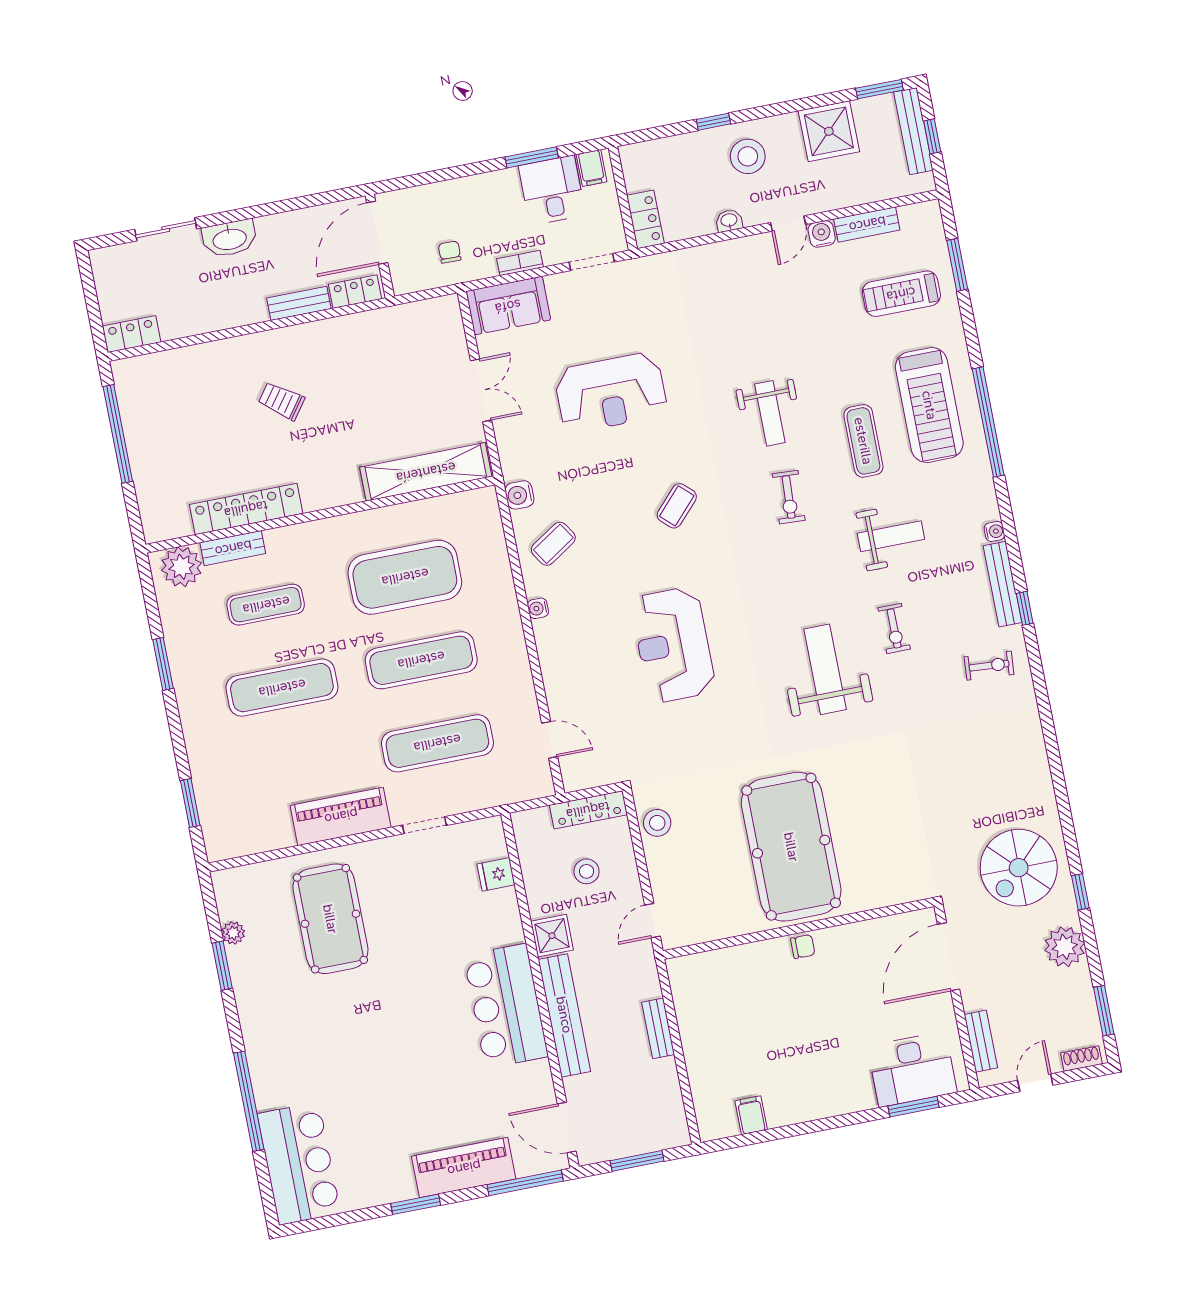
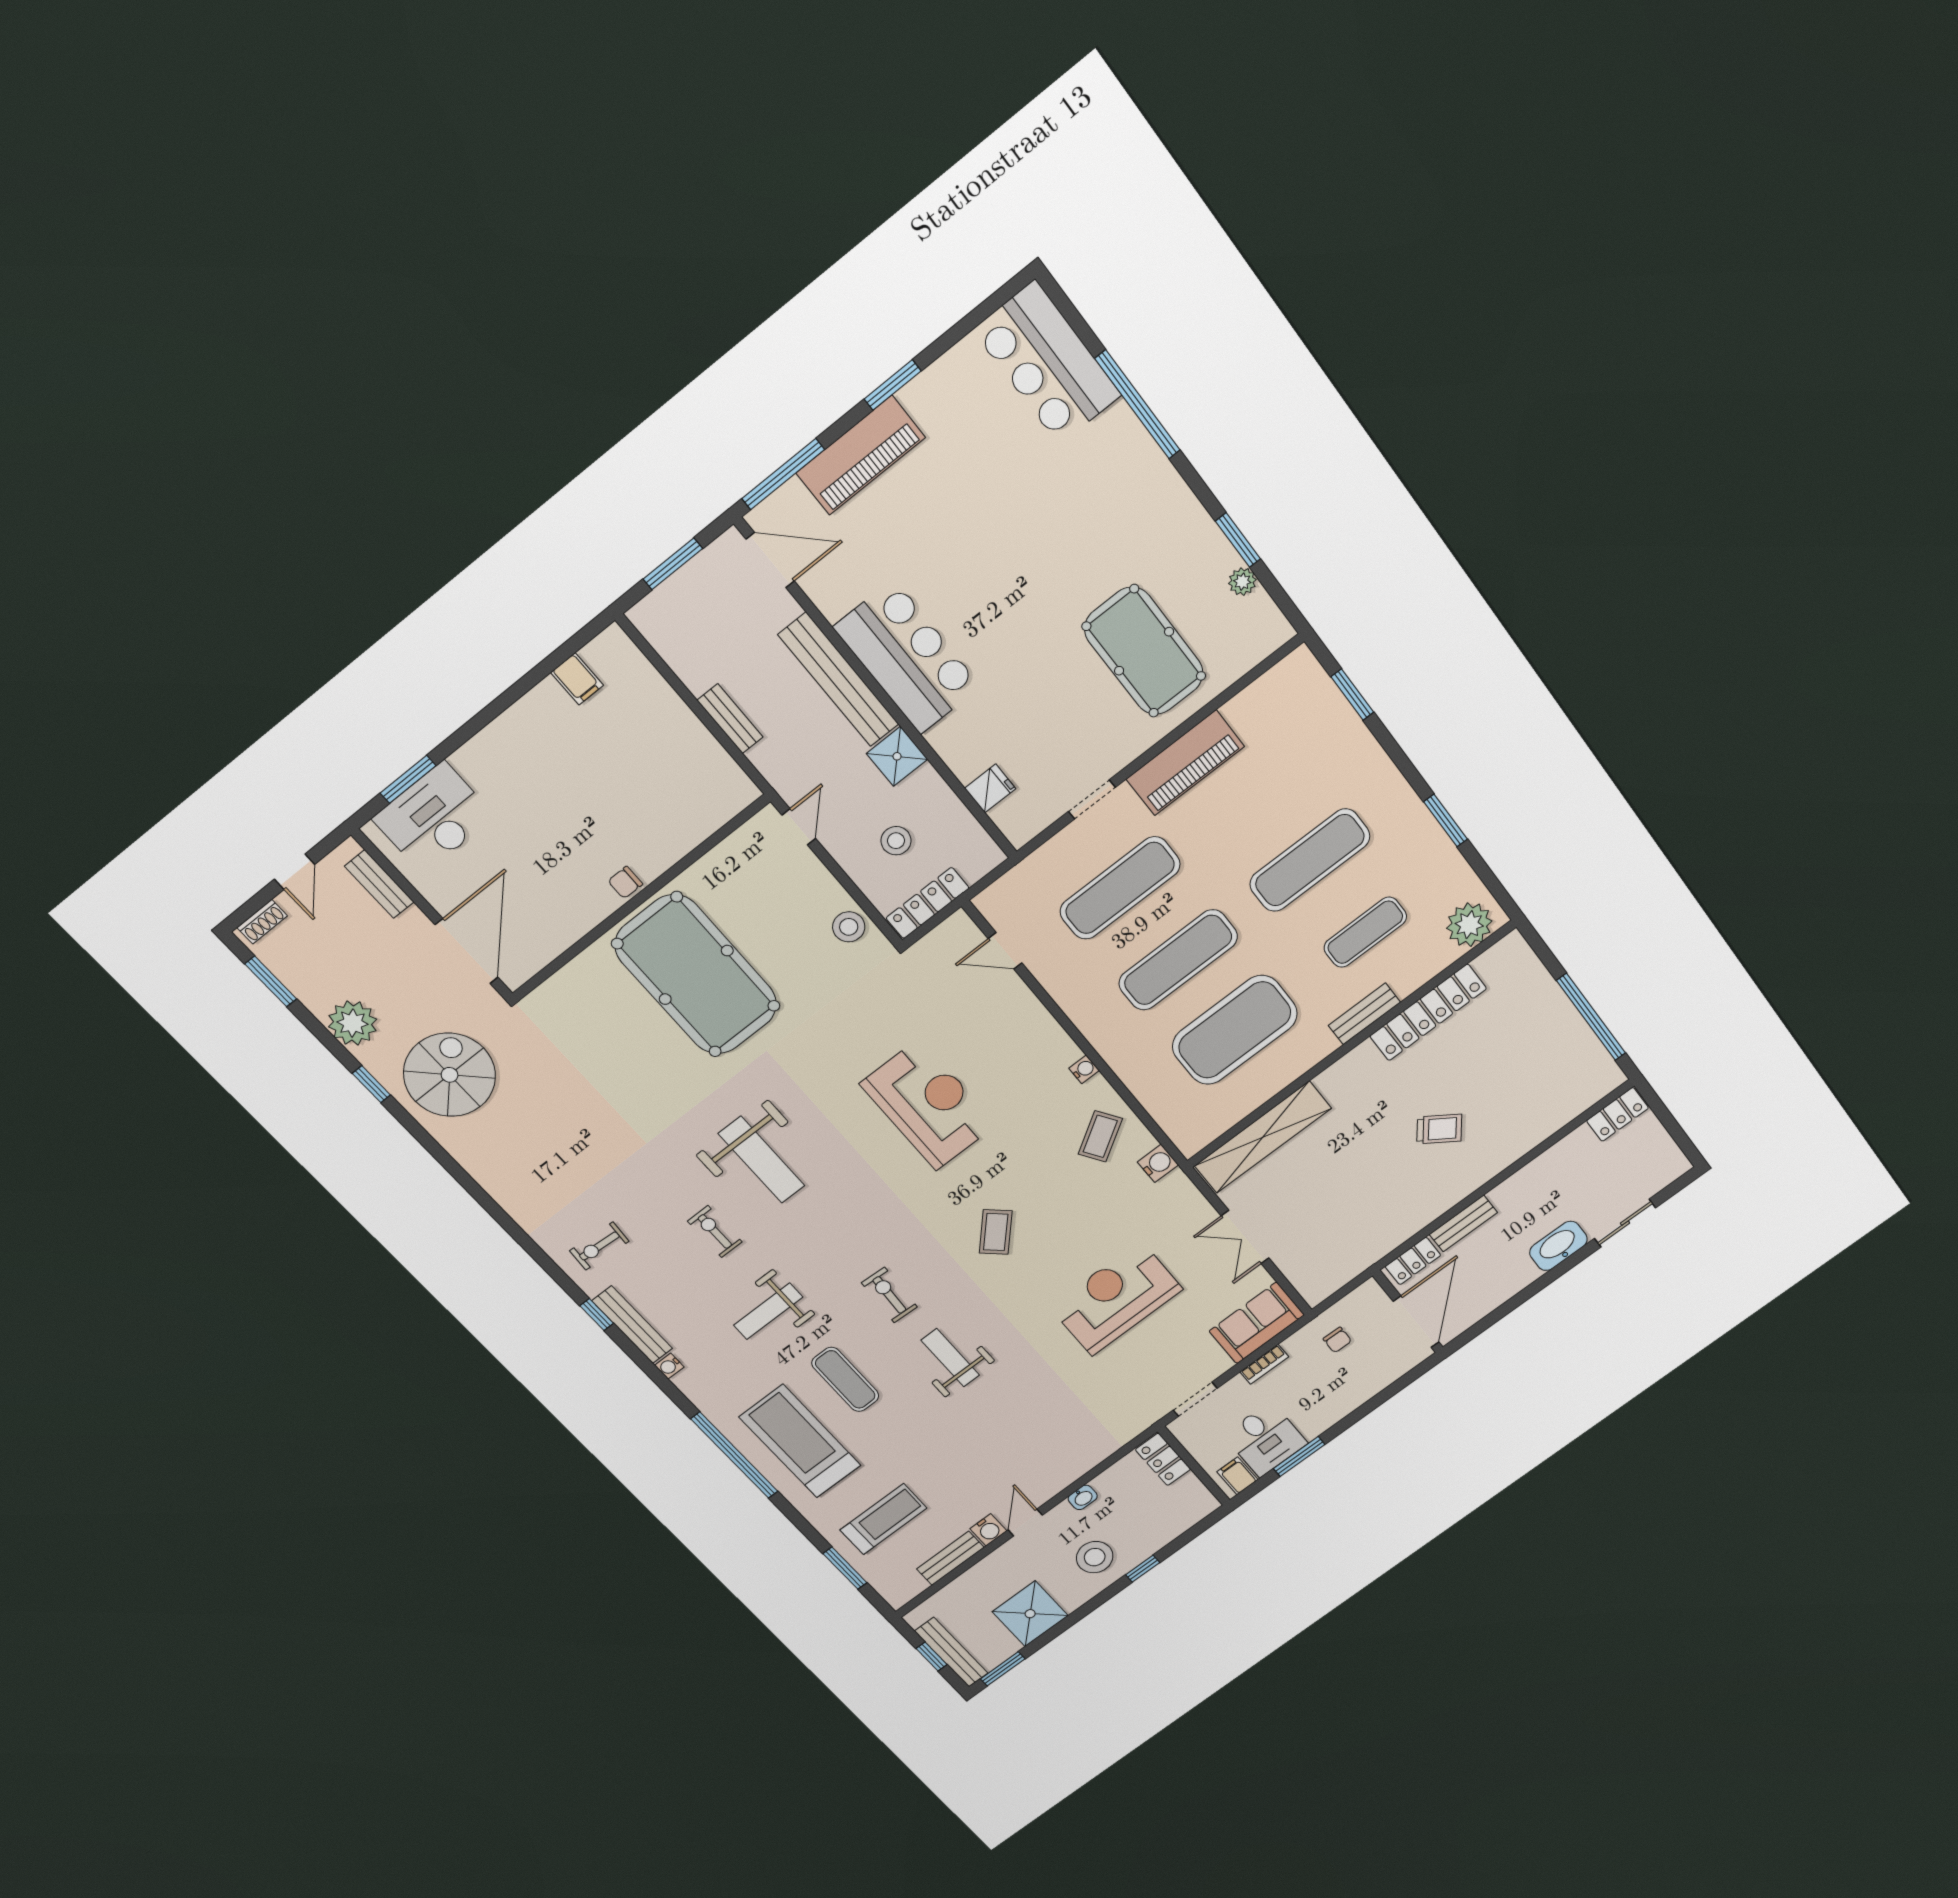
bench: (233, 548) -> (1364, 1014), moved

